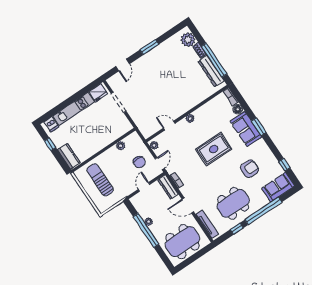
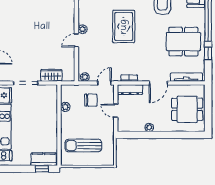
wardrobe: (138, 118) -> (51, 75), added
door: (169, 126) -> (76, 40), moved
window: (50, 144) -> (42, 169), moved
door: (160, 164) -> (104, 83), hinge flipped
dining table: (233, 203) -> (183, 42), turned 90
window: (146, 230) -> (155, 135), removed
dining table: (182, 242) -> (187, 109), width x0.73

